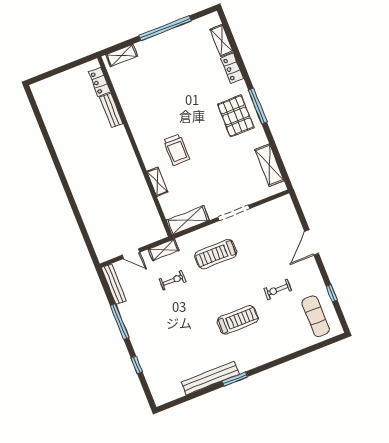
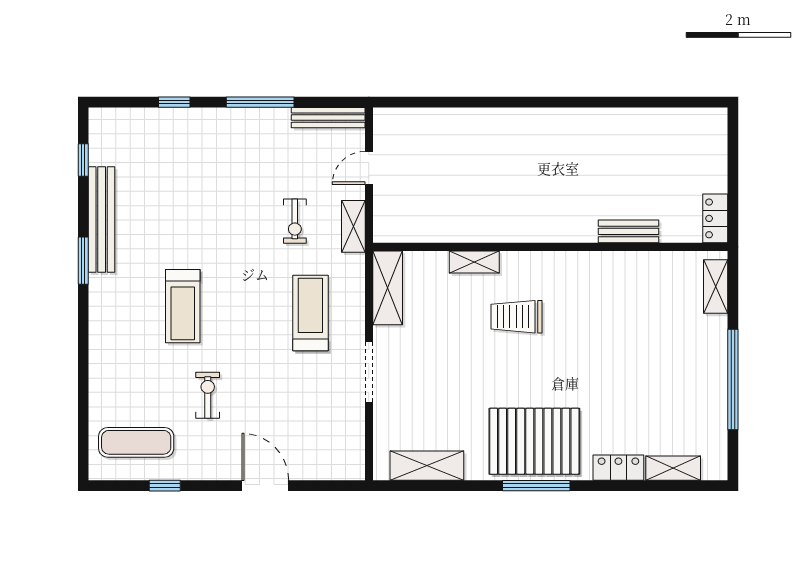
locker: (99, 82) -> (715, 218), moved, turned -90
pallet: (236, 116) -> (534, 441), width x1.37, depth x1.41
window: (184, 399) -> (83, 160), added

